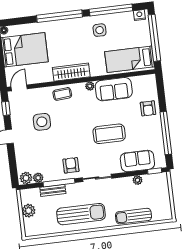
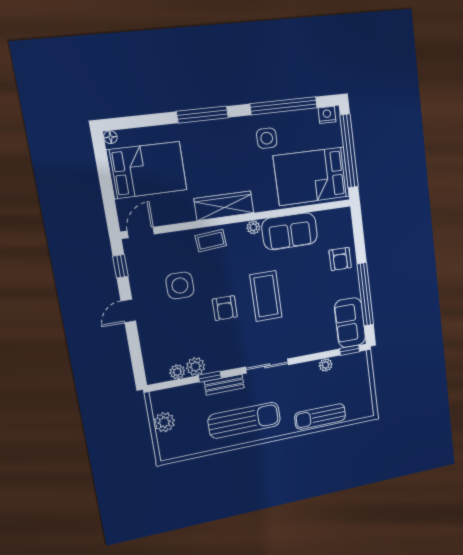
window: (59, 16) -> (203, 115), width x0.68
bed: (130, 59) -> (312, 176), width x1.50
coffee table: (109, 134) -> (266, 296), moved, turned 90
sofa: (137, 161) -> (350, 323), moved, turned -90
armchair: (71, 165) -> (225, 308), moved, turned 180
plant: (26, 178) -> (196, 367), moved
window: (59, 183) -> (210, 377), width x0.46
bench: (53, 190) -> (224, 385), moved

